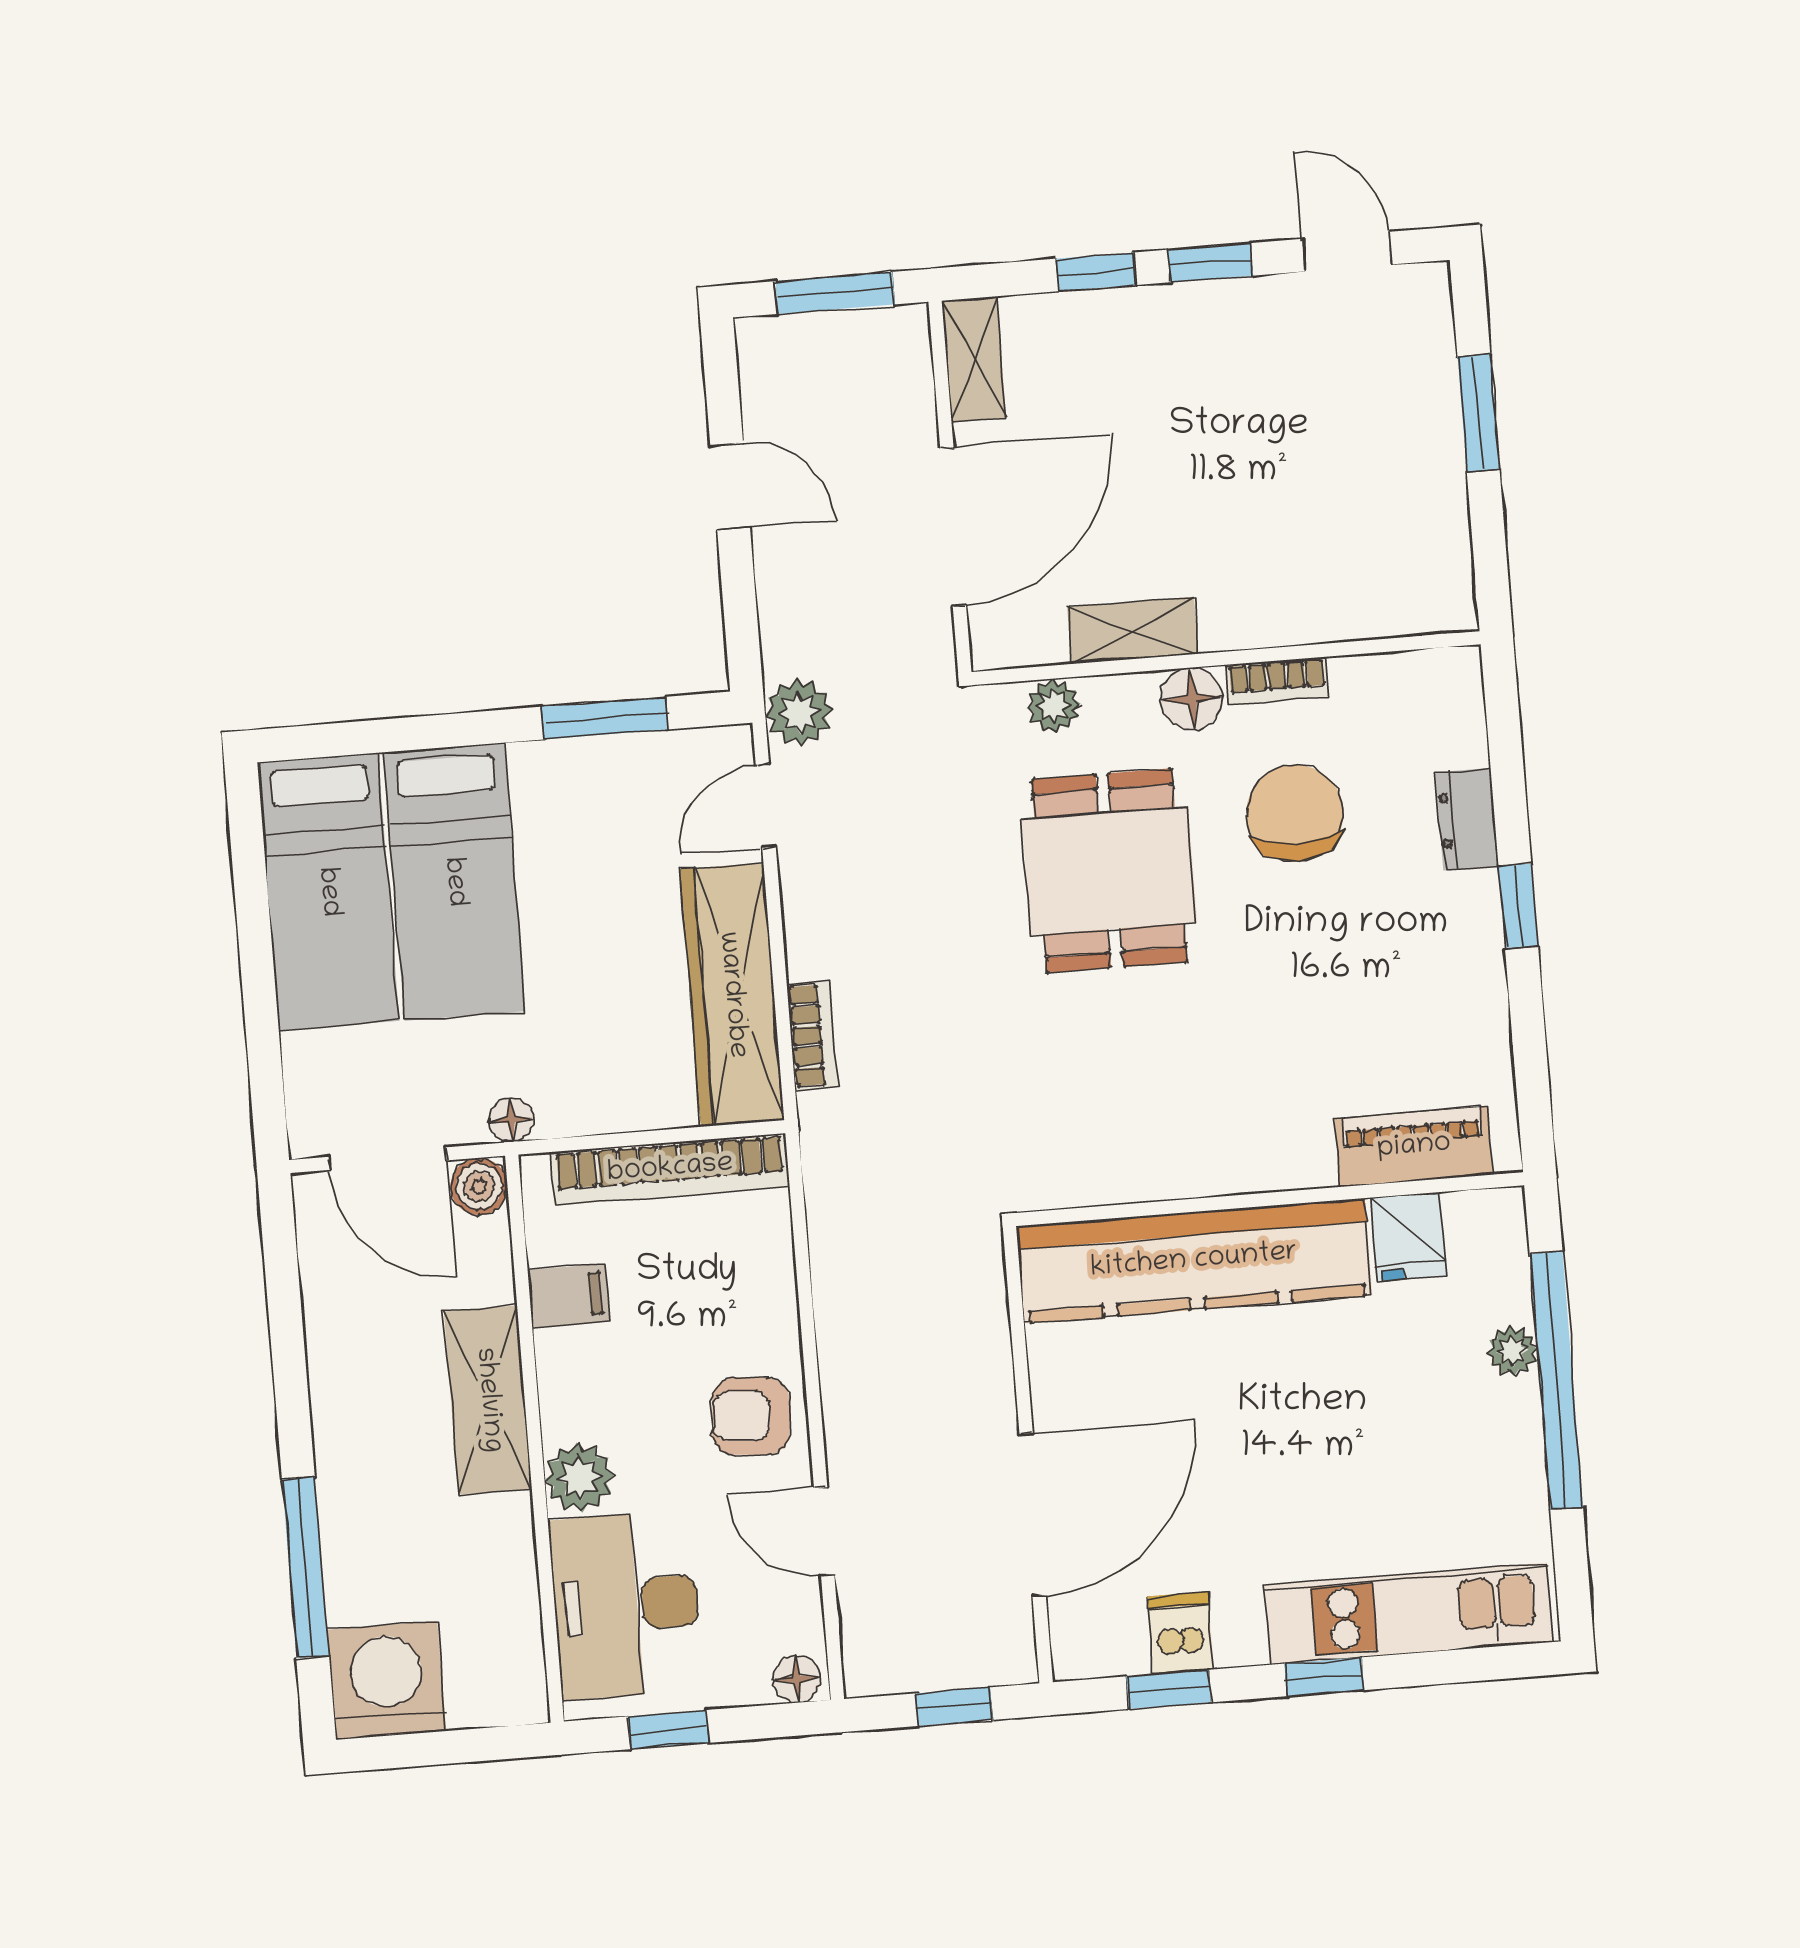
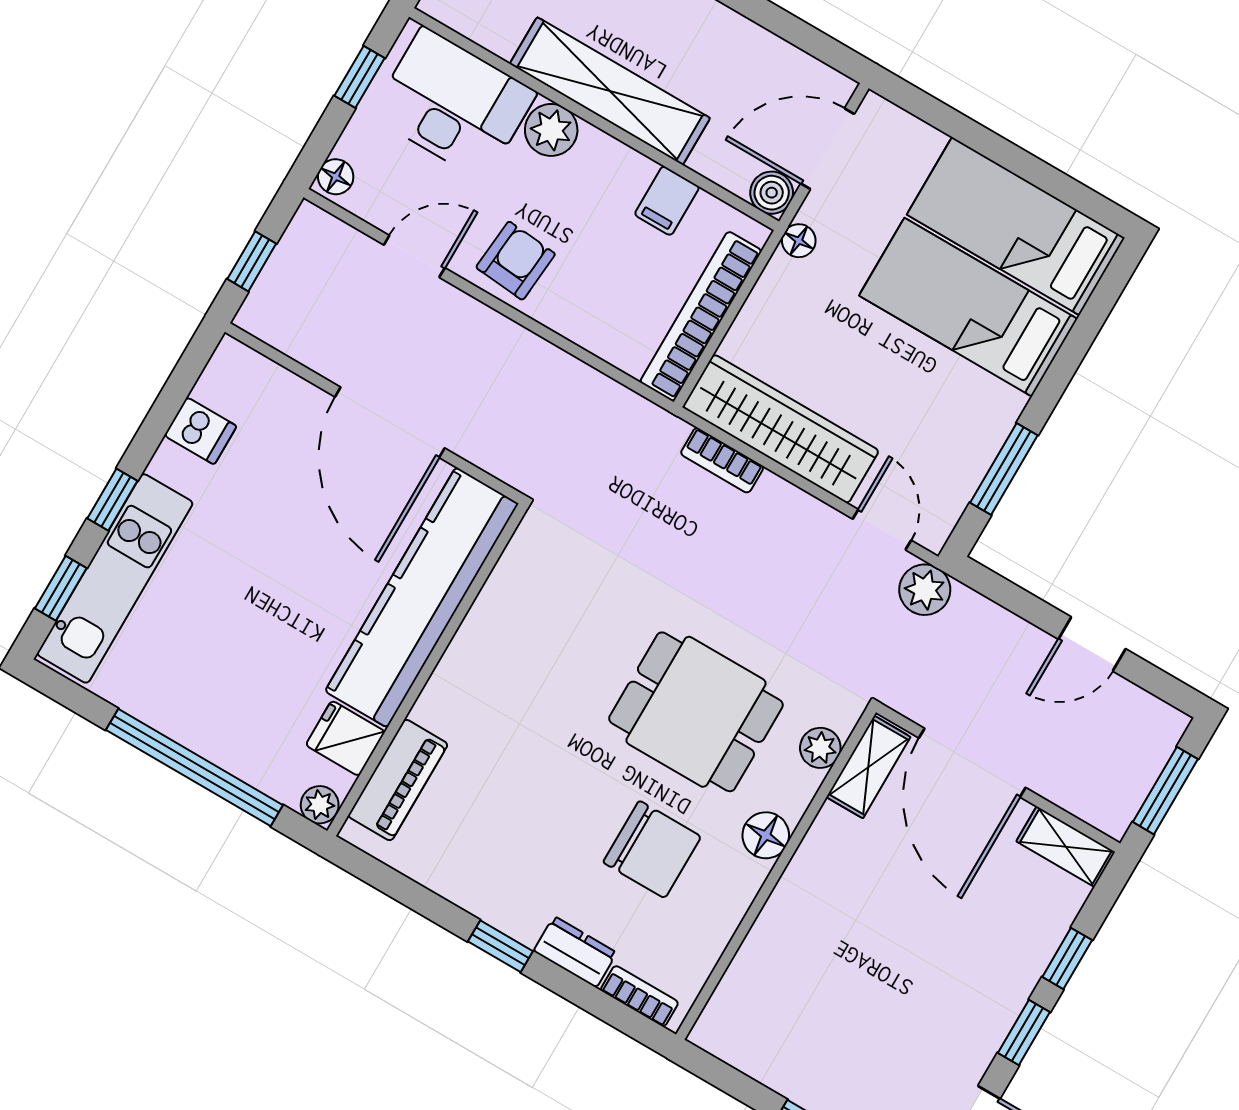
shelving: (1133, 630) -> (868, 767), moved
bookcase: (1277, 681) -> (639, 996), moved, turned 90
plant: (1512, 1351) -> (320, 805), moved
shelving: (488, 1400) -> (610, 91), width x1.47
door: (1033, 1515) -> (390, 422), moved
window: (1169, 1689) -> (61, 588), moved

